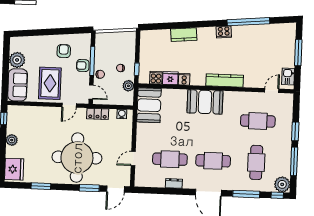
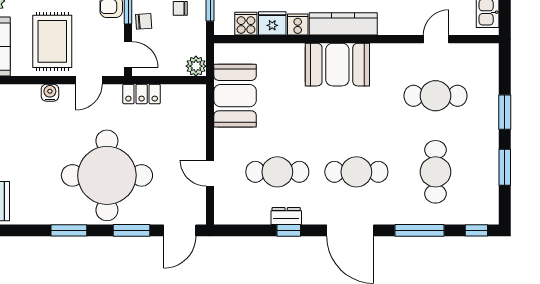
kitchen counter: (225, 80) -> (343, 24), moved
plant: (128, 86) -> (196, 66), moved
door: (272, 91) -> (436, 39), moved
booth: (149, 105) -> (235, 96), moved
water cooler: (122, 114) -> (50, 93), moved
door: (133, 158) -> (210, 173), hinge flipped
window: (294, 161) -> (505, 167), width x0.69
plant: (282, 184) -> (485, 210), removed
window: (41, 186) -> (69, 230), moved
window: (175, 191) -> (289, 230), added

